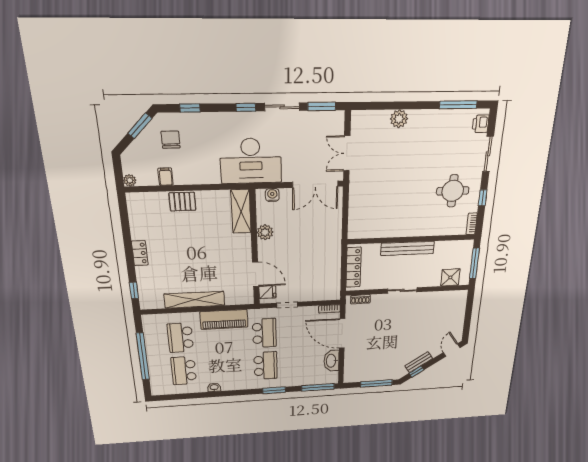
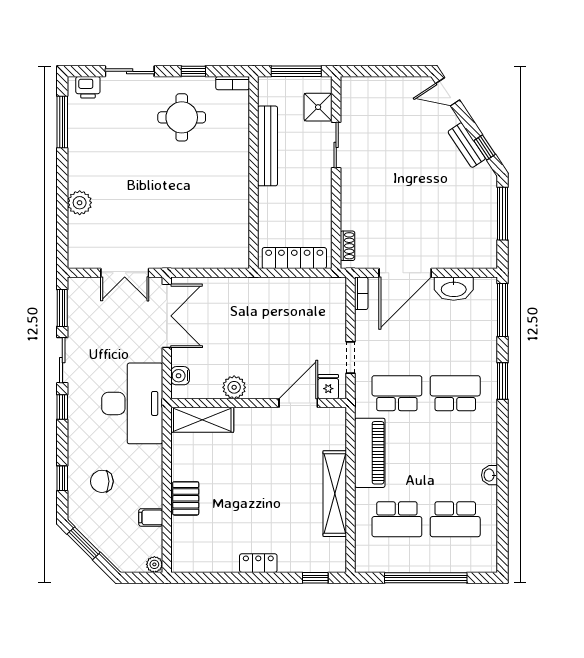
chair: (171, 140) -> (102, 481), moved
bench: (408, 248) -> (268, 146), moved
sliding door: (402, 290) -> (336, 145), moved

